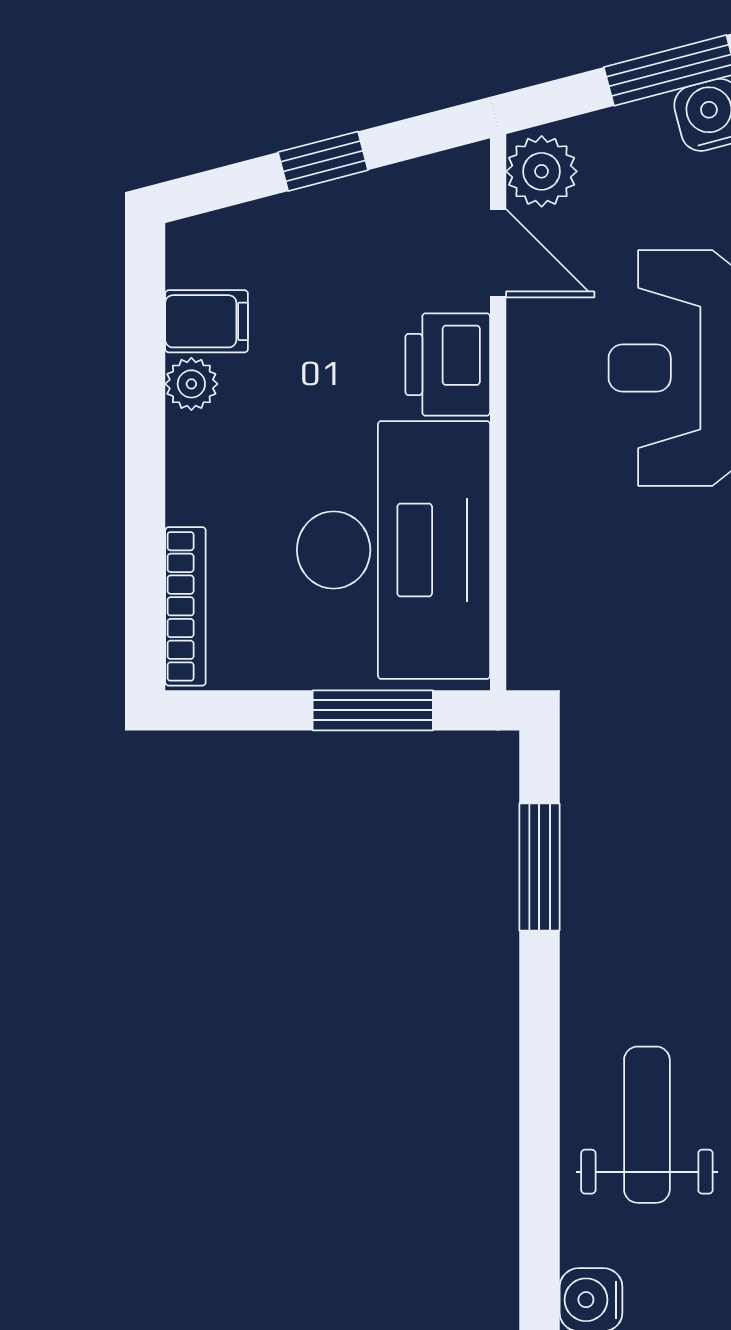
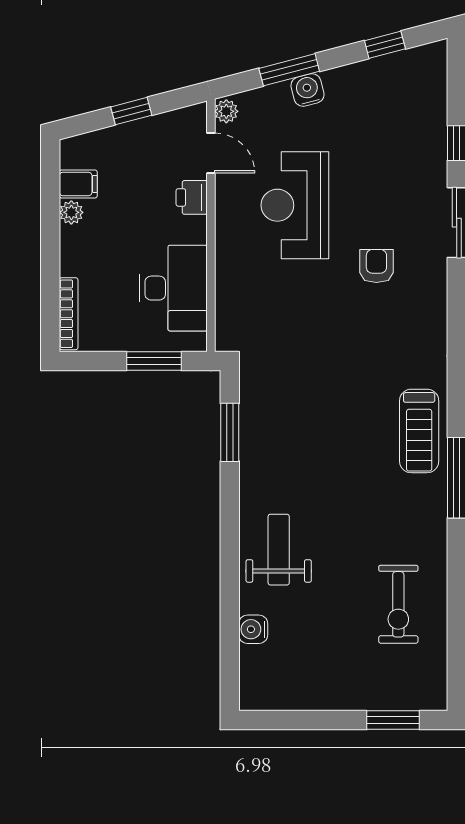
plant: (542, 171) -> (226, 111), width x0.73, depth x0.73
printer: (448, 364) -> (192, 197), width x0.73, depth x0.81
desk: (393, 550) -> (173, 288), width x0.73, depth x0.77

